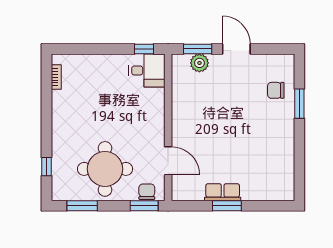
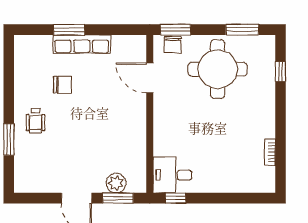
bookcase: (56, 77) -> (270, 152), moved
chair: (276, 90) -> (63, 85), moved
wheelchair: (274, 121) -> (36, 120), added
row of seats: (223, 192) -> (82, 44), width x1.48
window: (227, 206) -> (69, 30), moved

